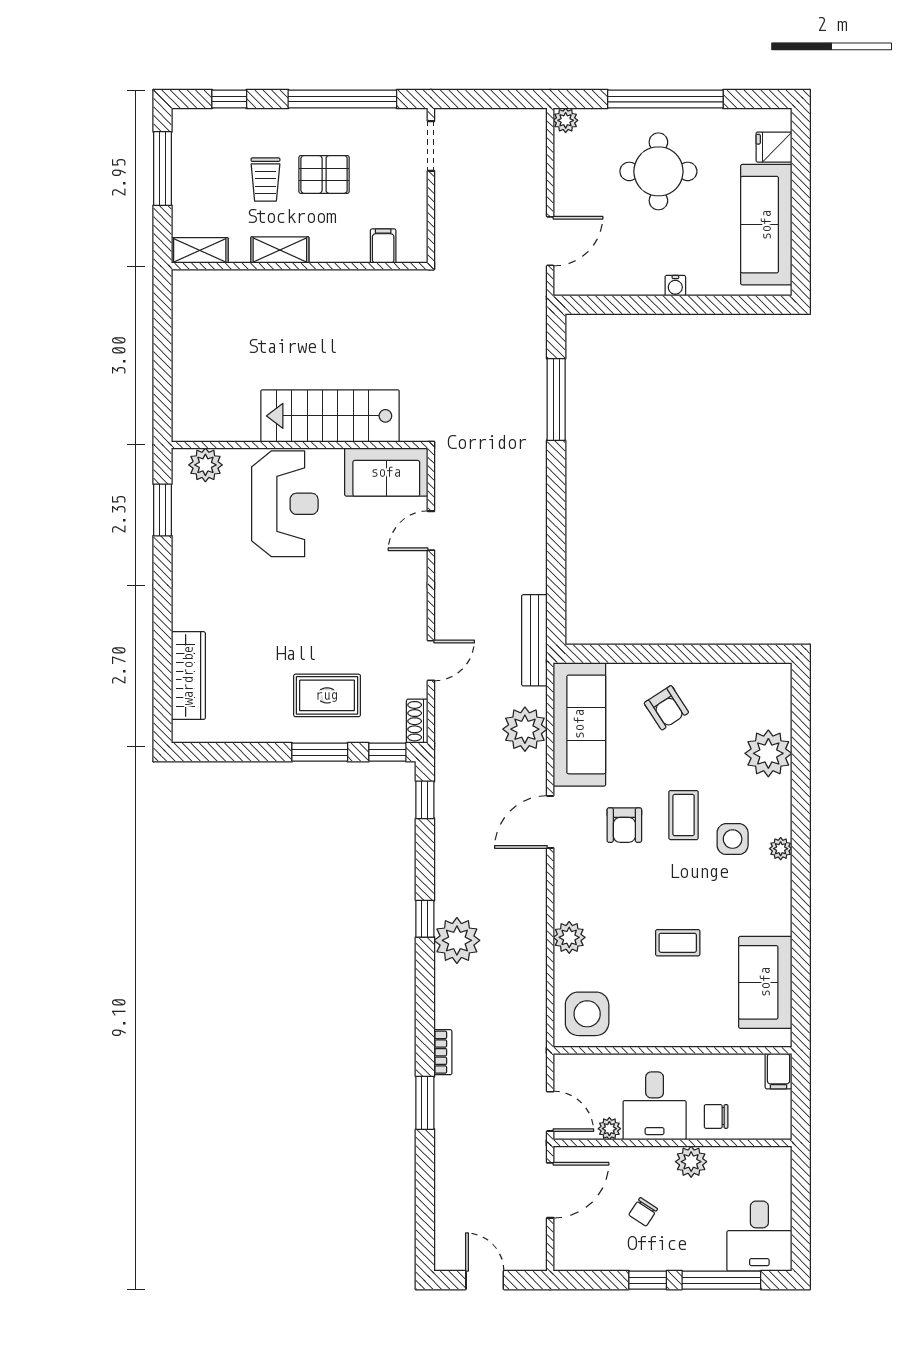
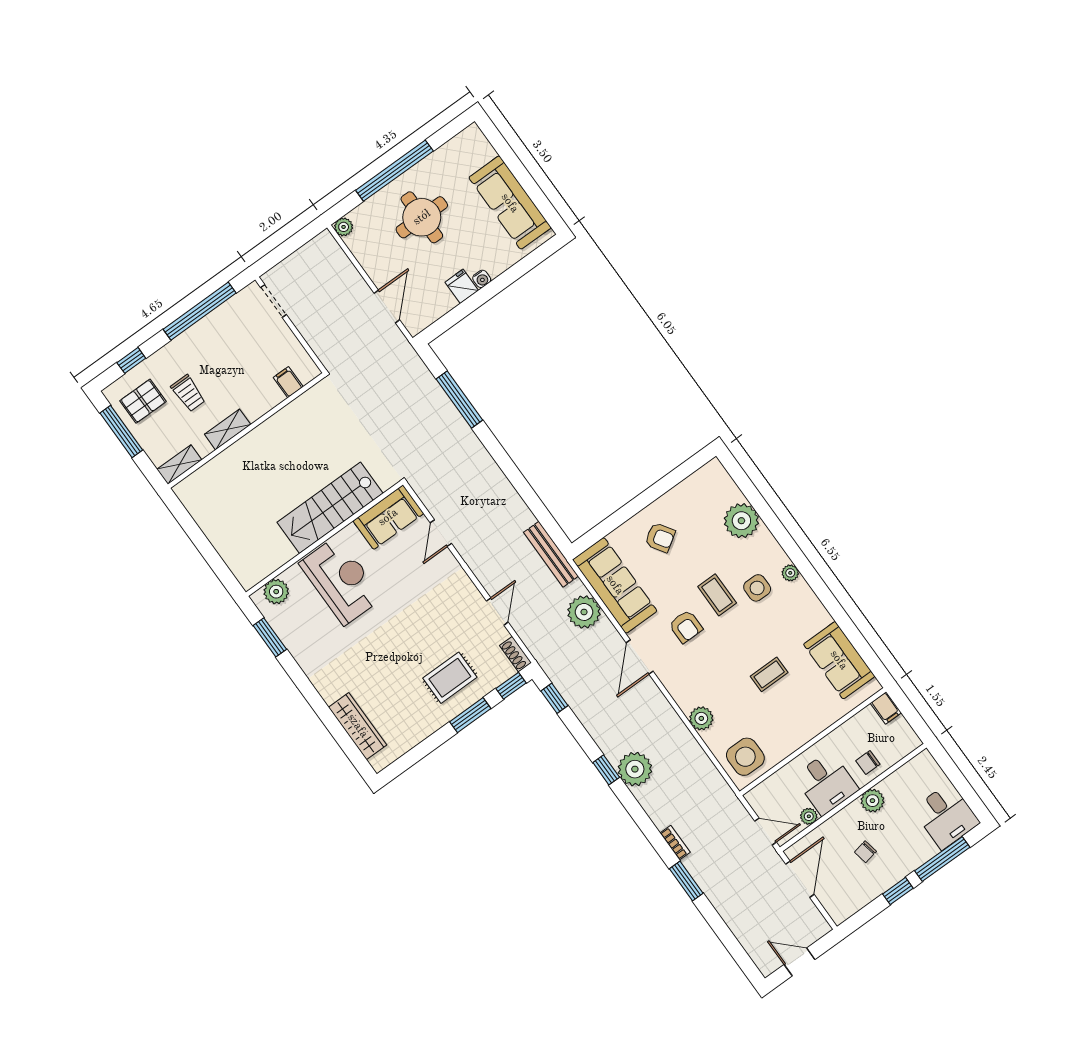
fridge: (774, 147) -> (462, 286), moved, turned 90
pallet: (324, 174) -> (143, 401), moved
chair: (643, 1212) -> (865, 852), turned 46

